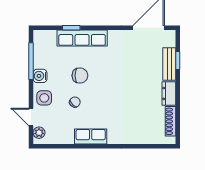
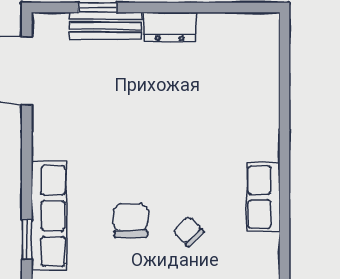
shoe rack: (170, 121) -> (230, 23), removed

